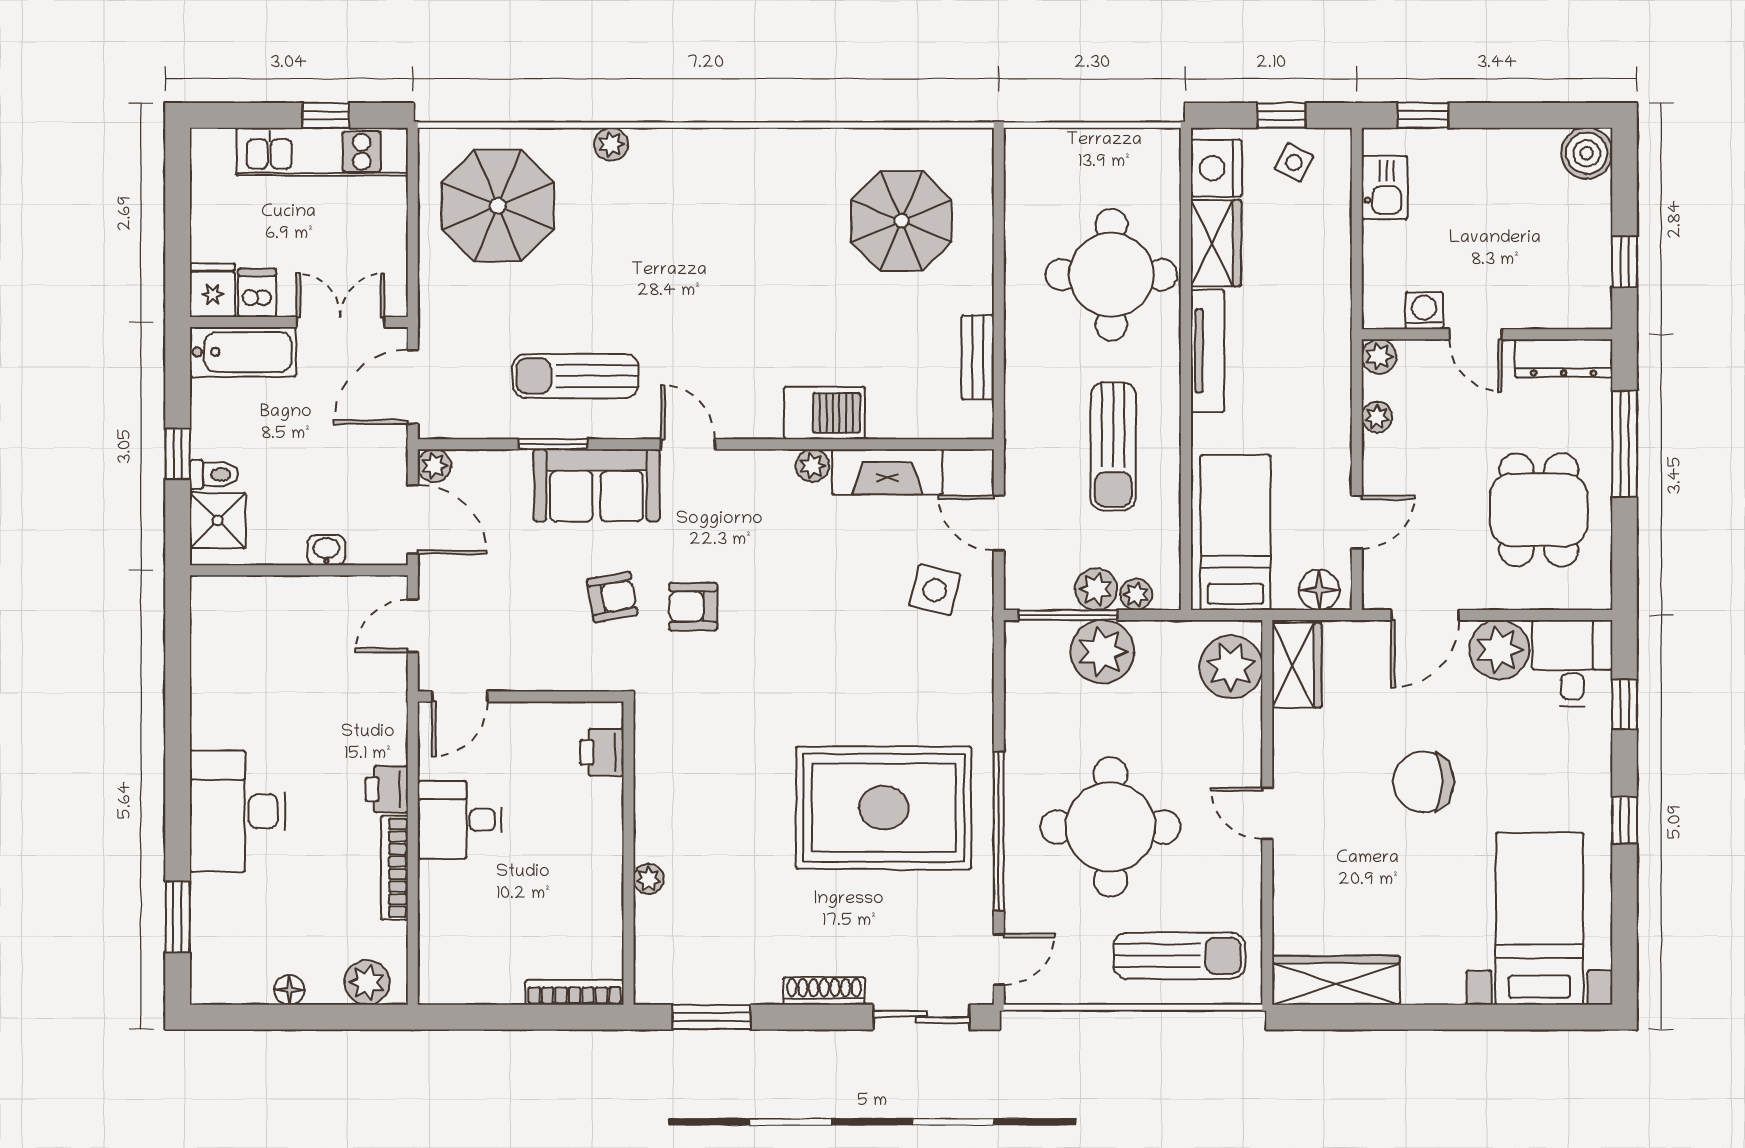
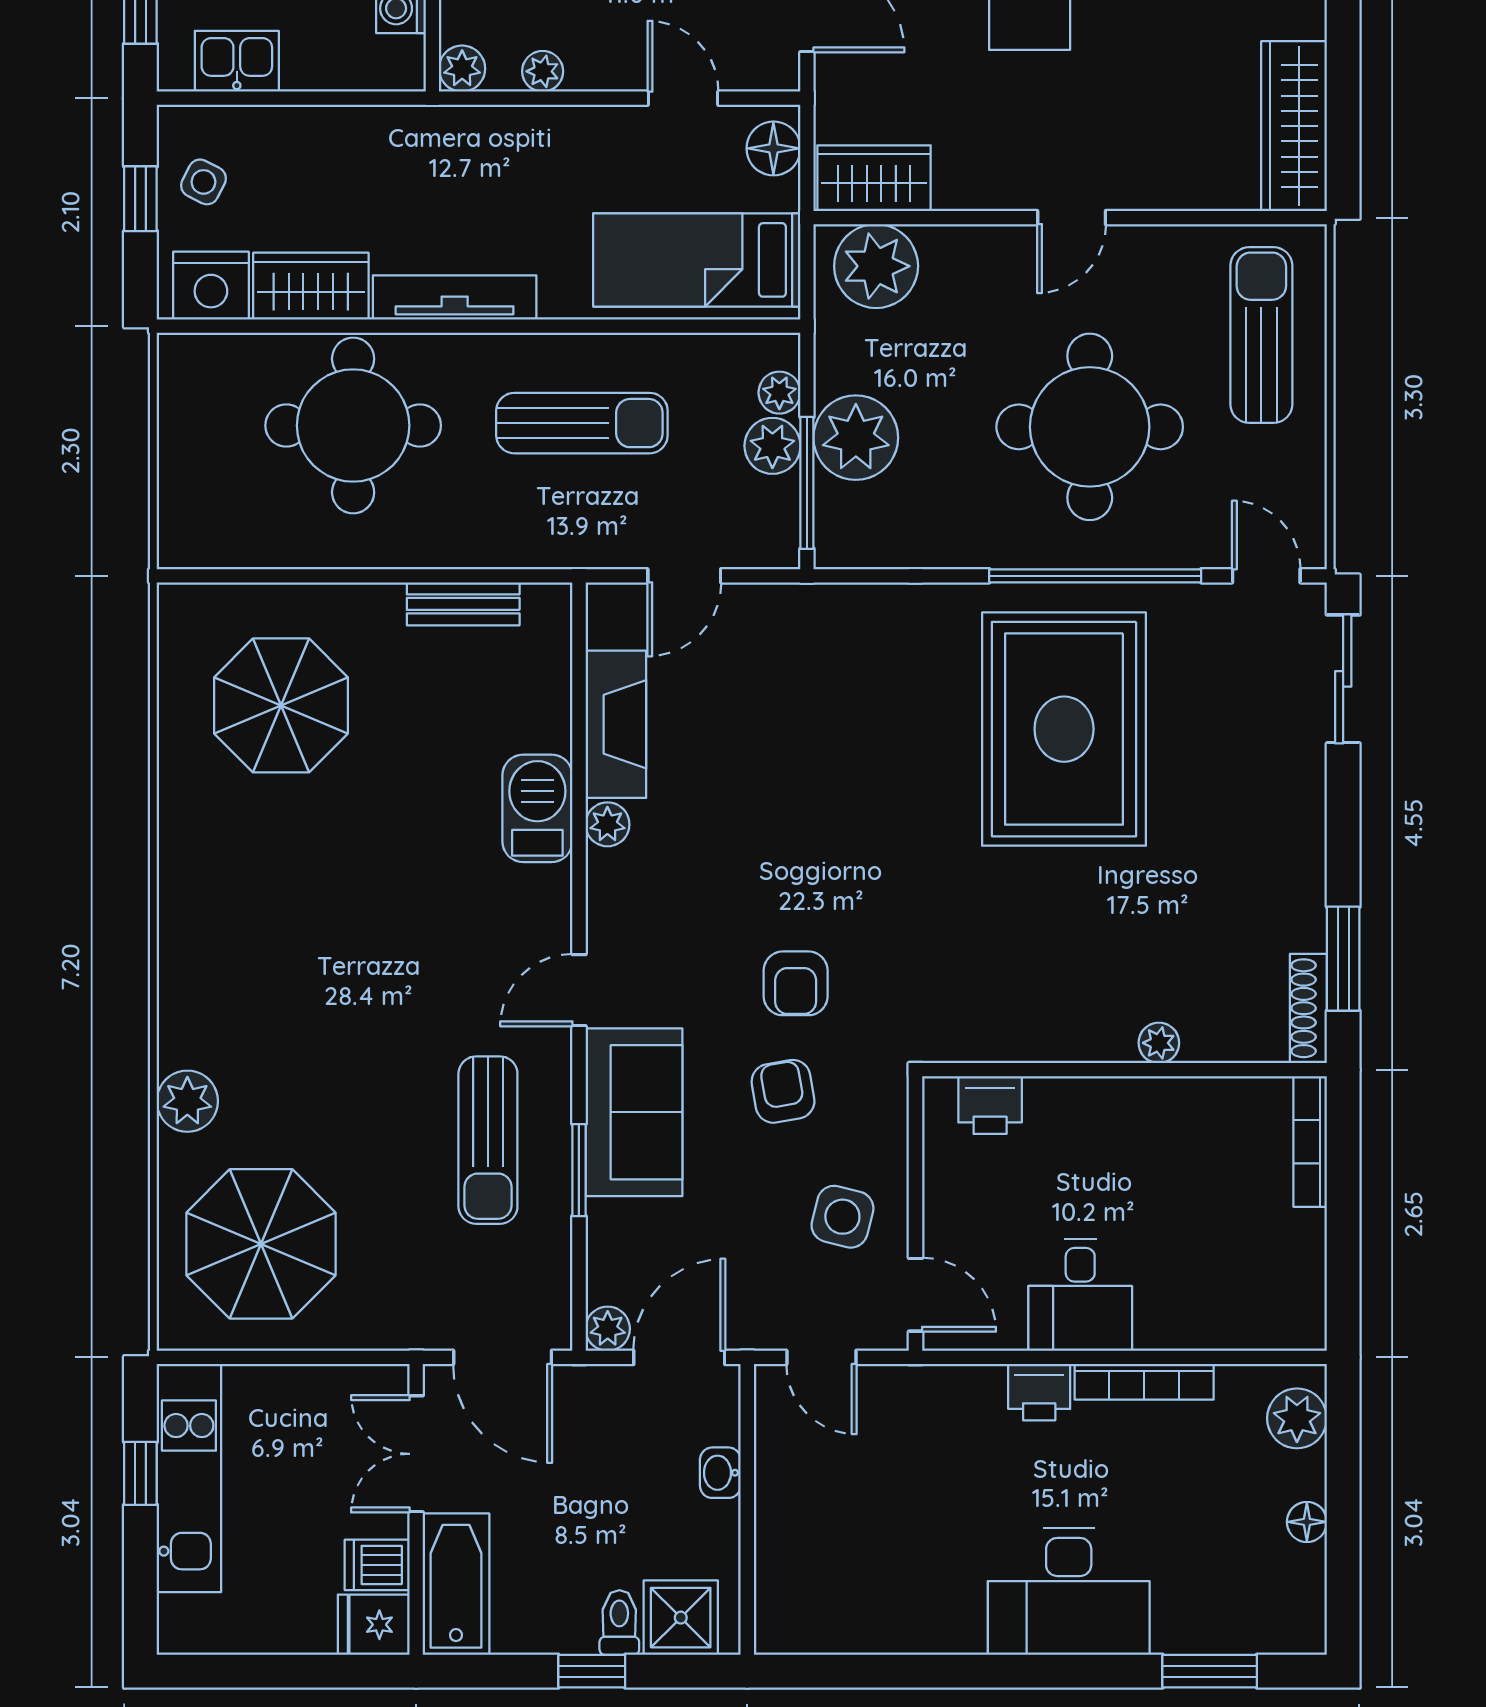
plant: (611, 144) -> (187, 1101), width x1.38, depth x1.38
side table: (935, 590) -> (842, 1217), moved
shoe rack: (824, 991) -> (1308, 1008), moved

